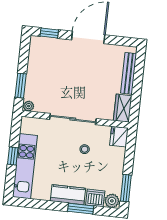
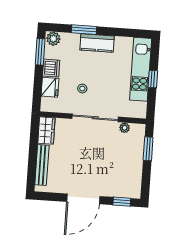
plant: (29, 106) -> (125, 128), moved
fridge: (119, 137) -> (50, 87), moved
dishwasher: (95, 198) -> (51, 68), moved, turned -90

